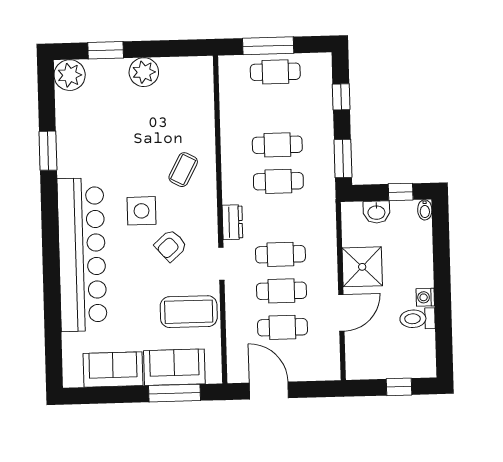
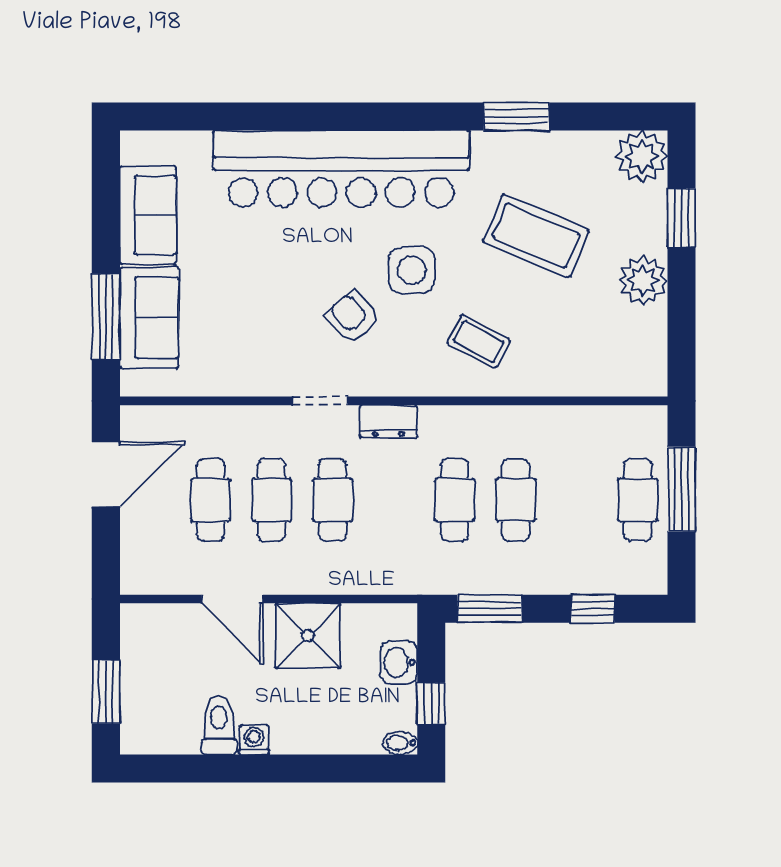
coffee table: (189, 312) -> (536, 236), moved, turned -67
window: (399, 387) -> (106, 692), width x1.50

